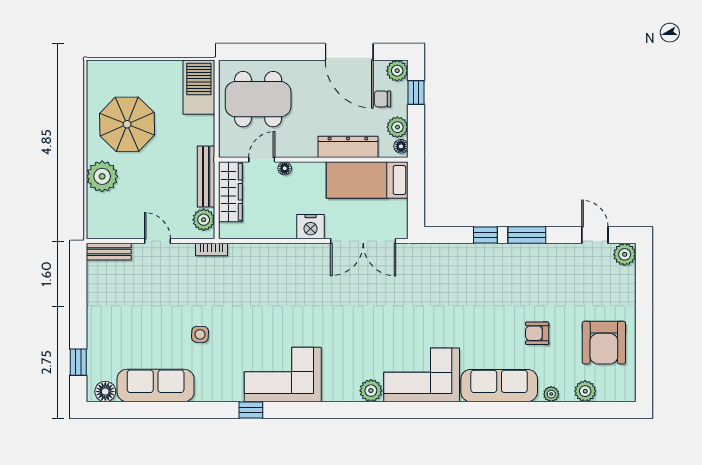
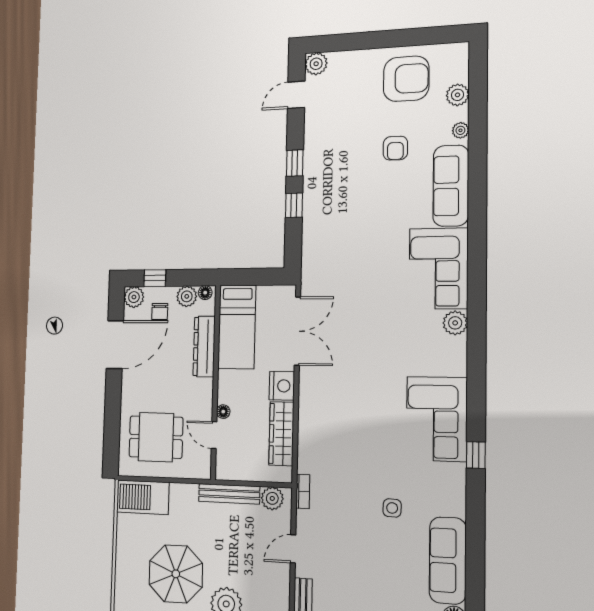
dining table: (258, 99) -> (156, 437), width x0.73
wardrobe: (230, 192) -> (281, 434), moved, turned -90
window: (527, 235) -> (295, 163), width x0.67

